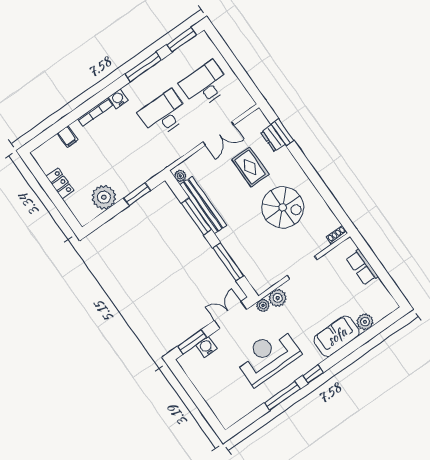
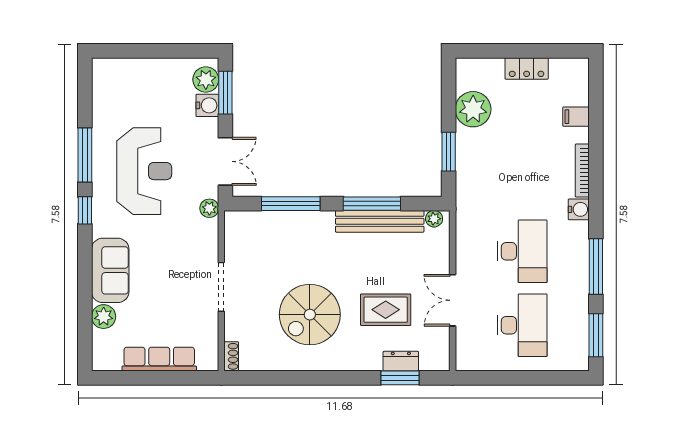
row of seats: (362, 267) -> (159, 359), width x1.48
plant: (278, 298) -> (206, 80), moved

